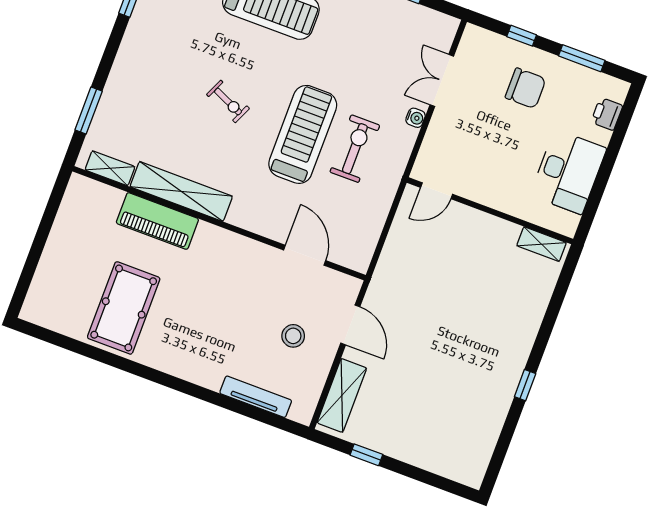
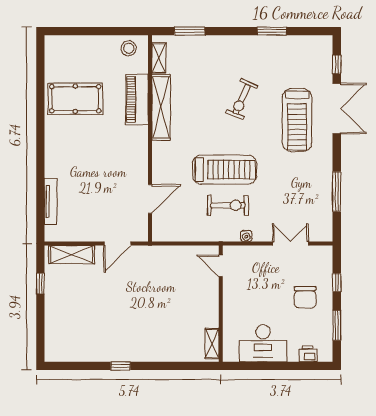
exercise bike: (228, 101) -> (242, 99), moved, width x1.38, depth x1.39
water cooler: (416, 118) -> (246, 236), moved
stool: (293, 336) -> (129, 48), moved

